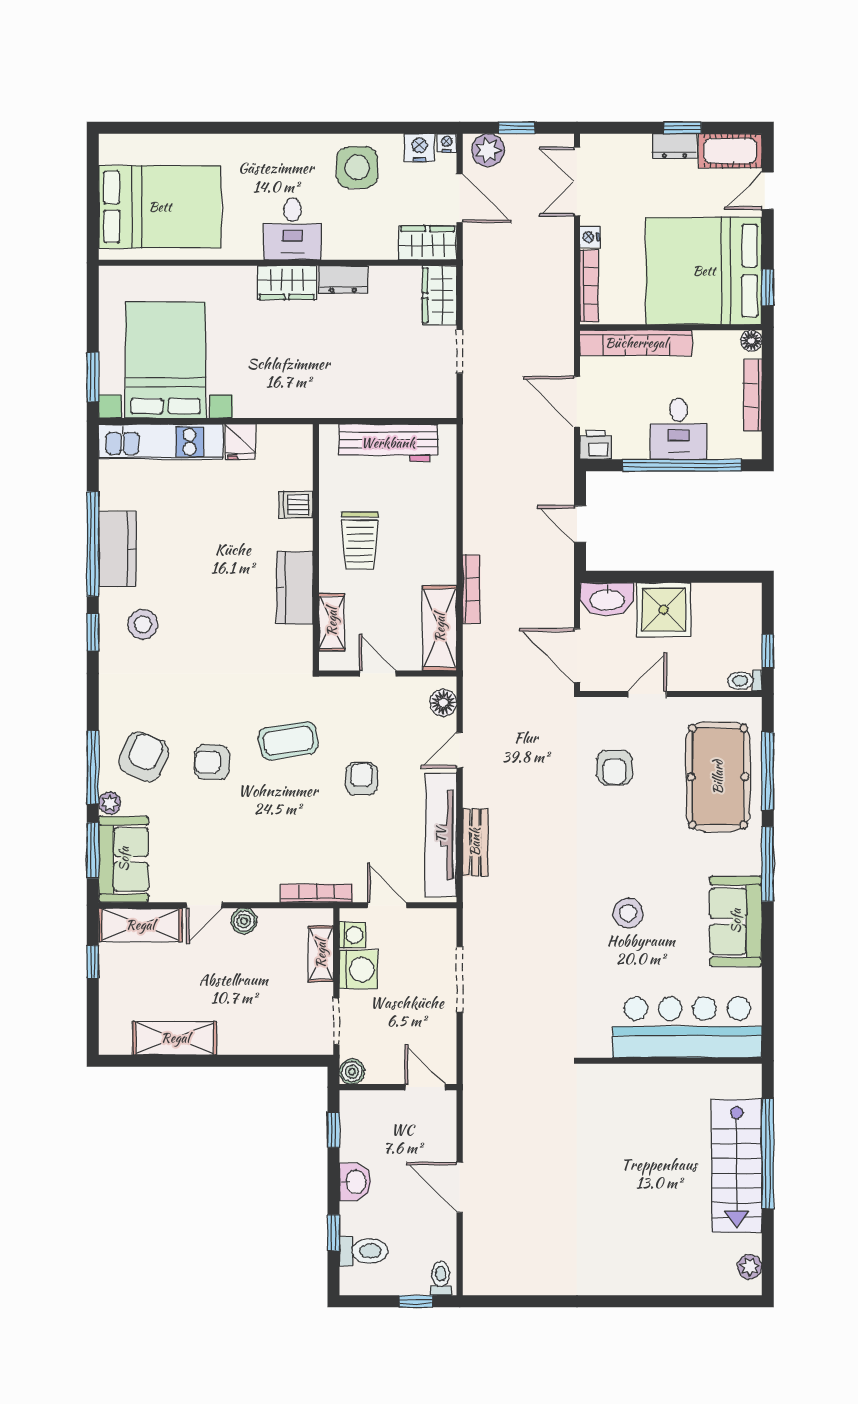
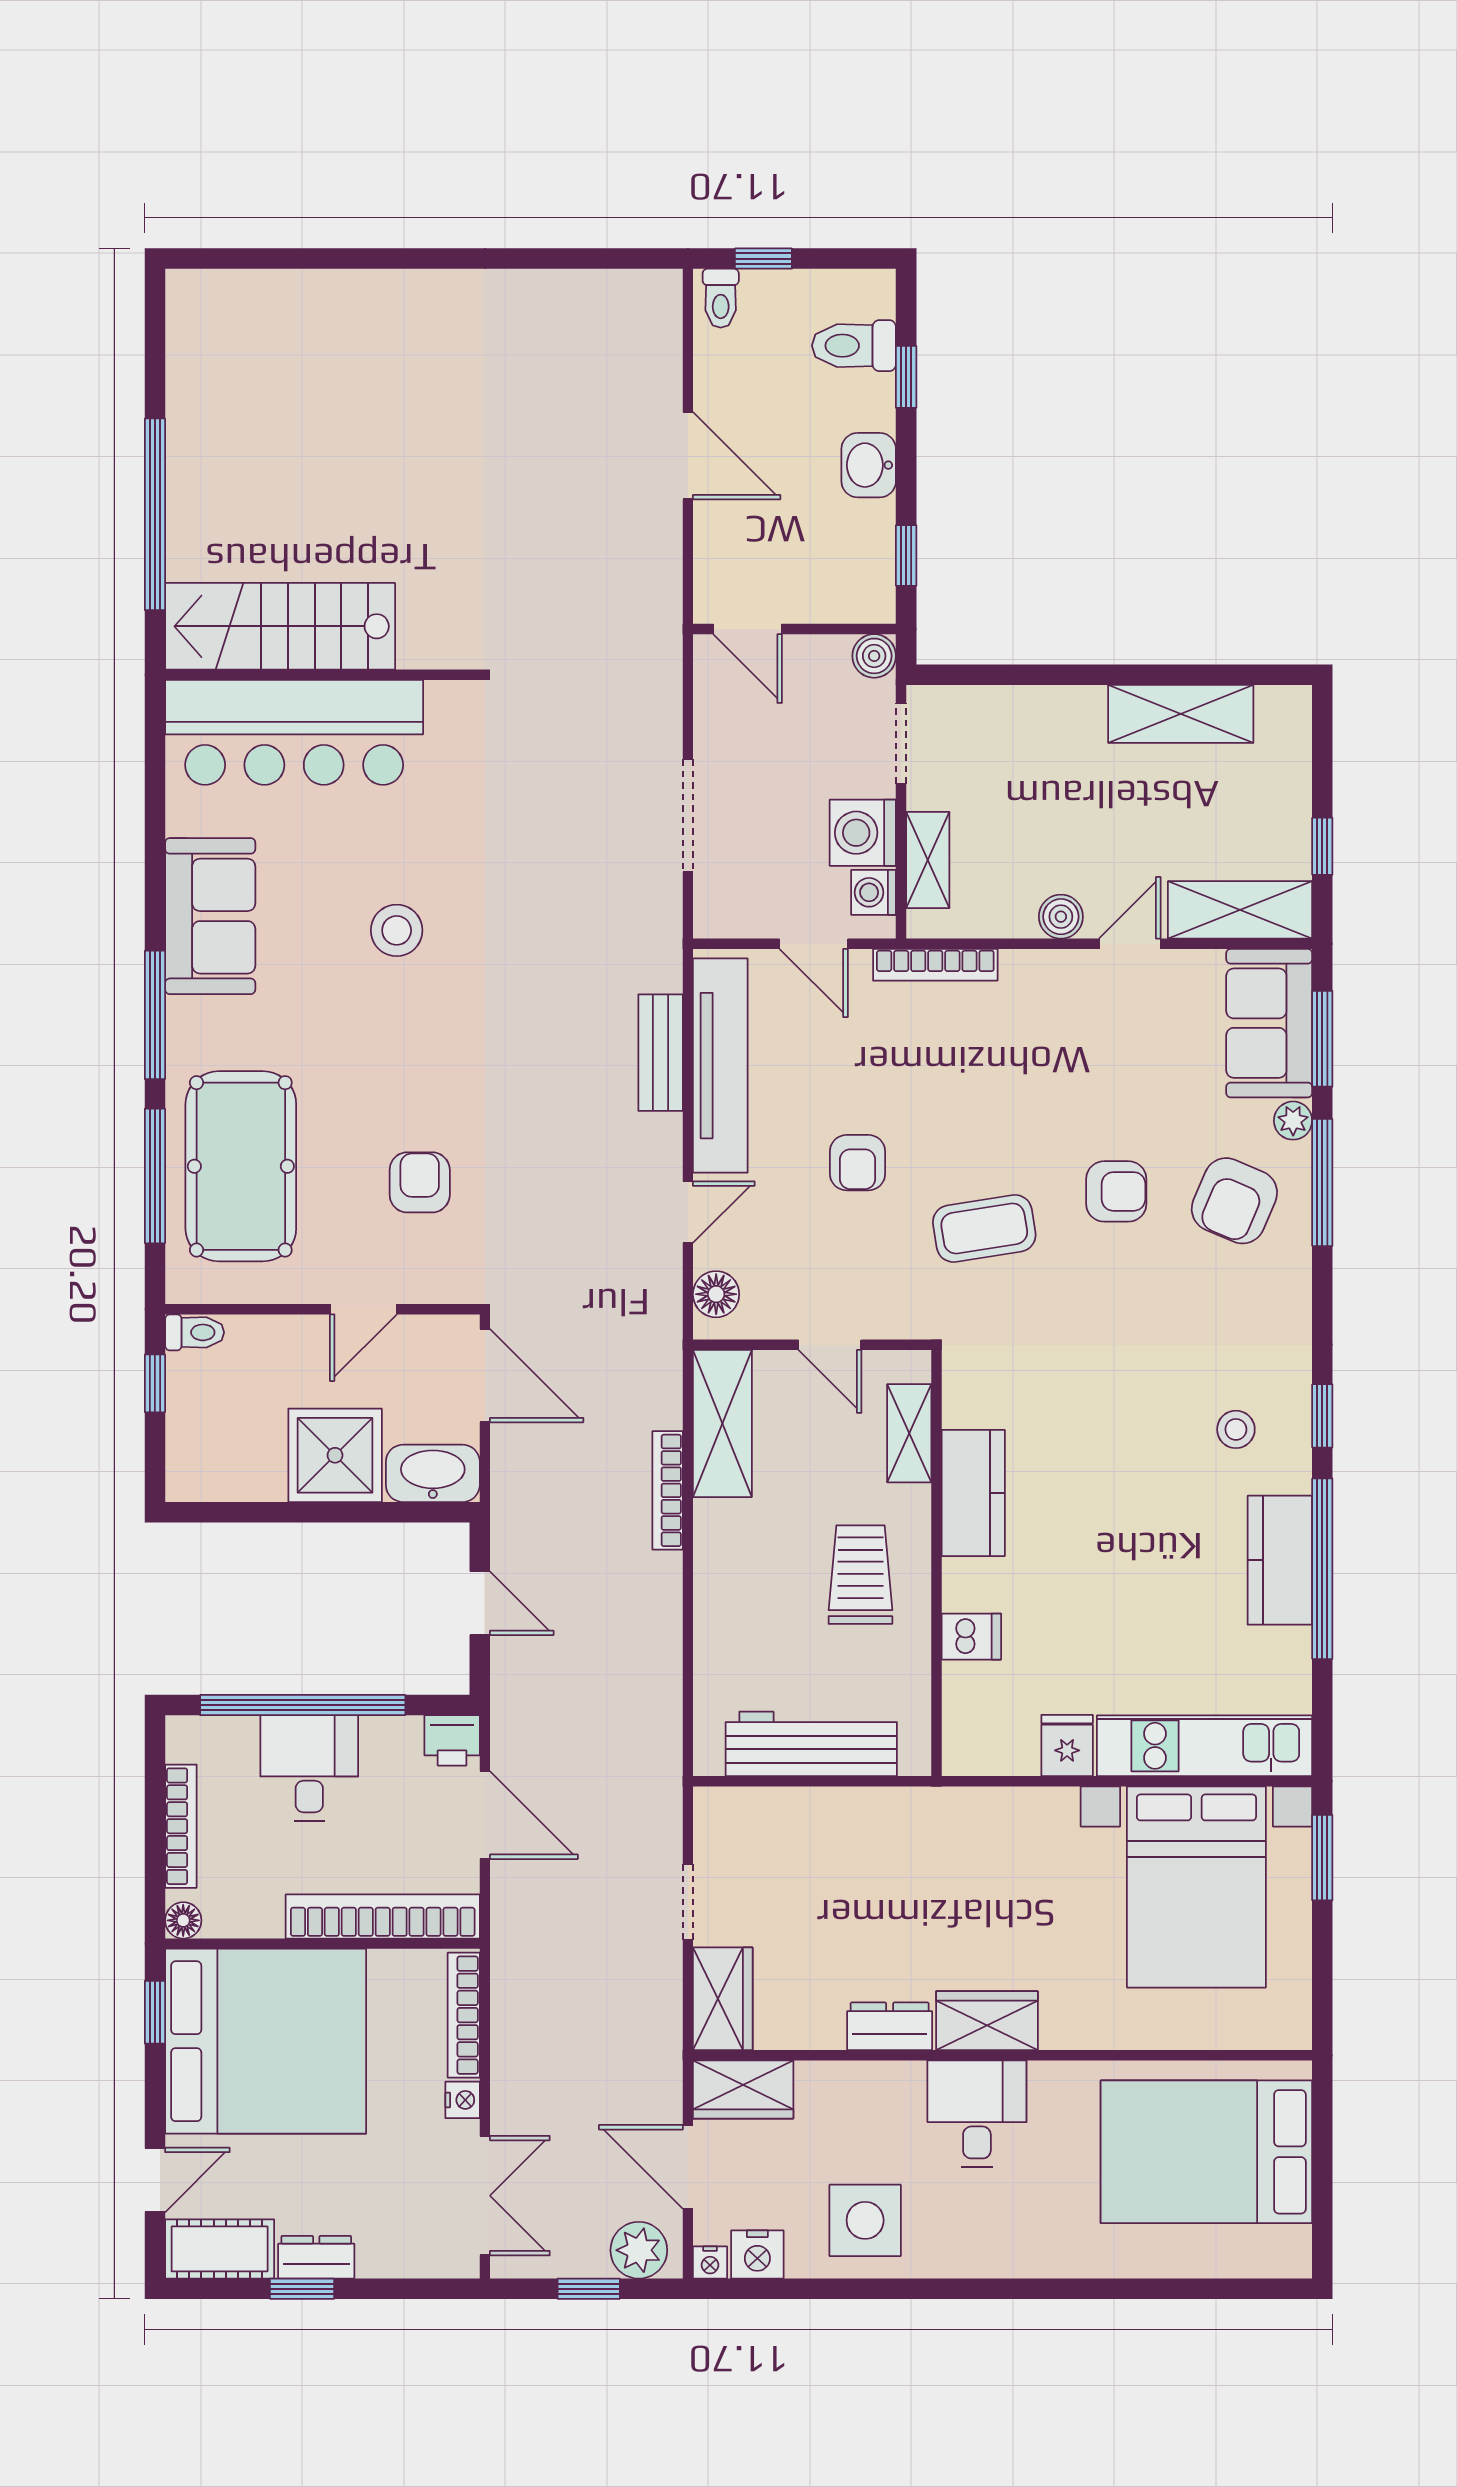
stool: (143, 625) -> (1236, 1429), width x0.73, depth x0.73
stairs: (737, 1166) -> (280, 626), moved, turned -90
plant: (750, 1267) -> (186, 318), removed

